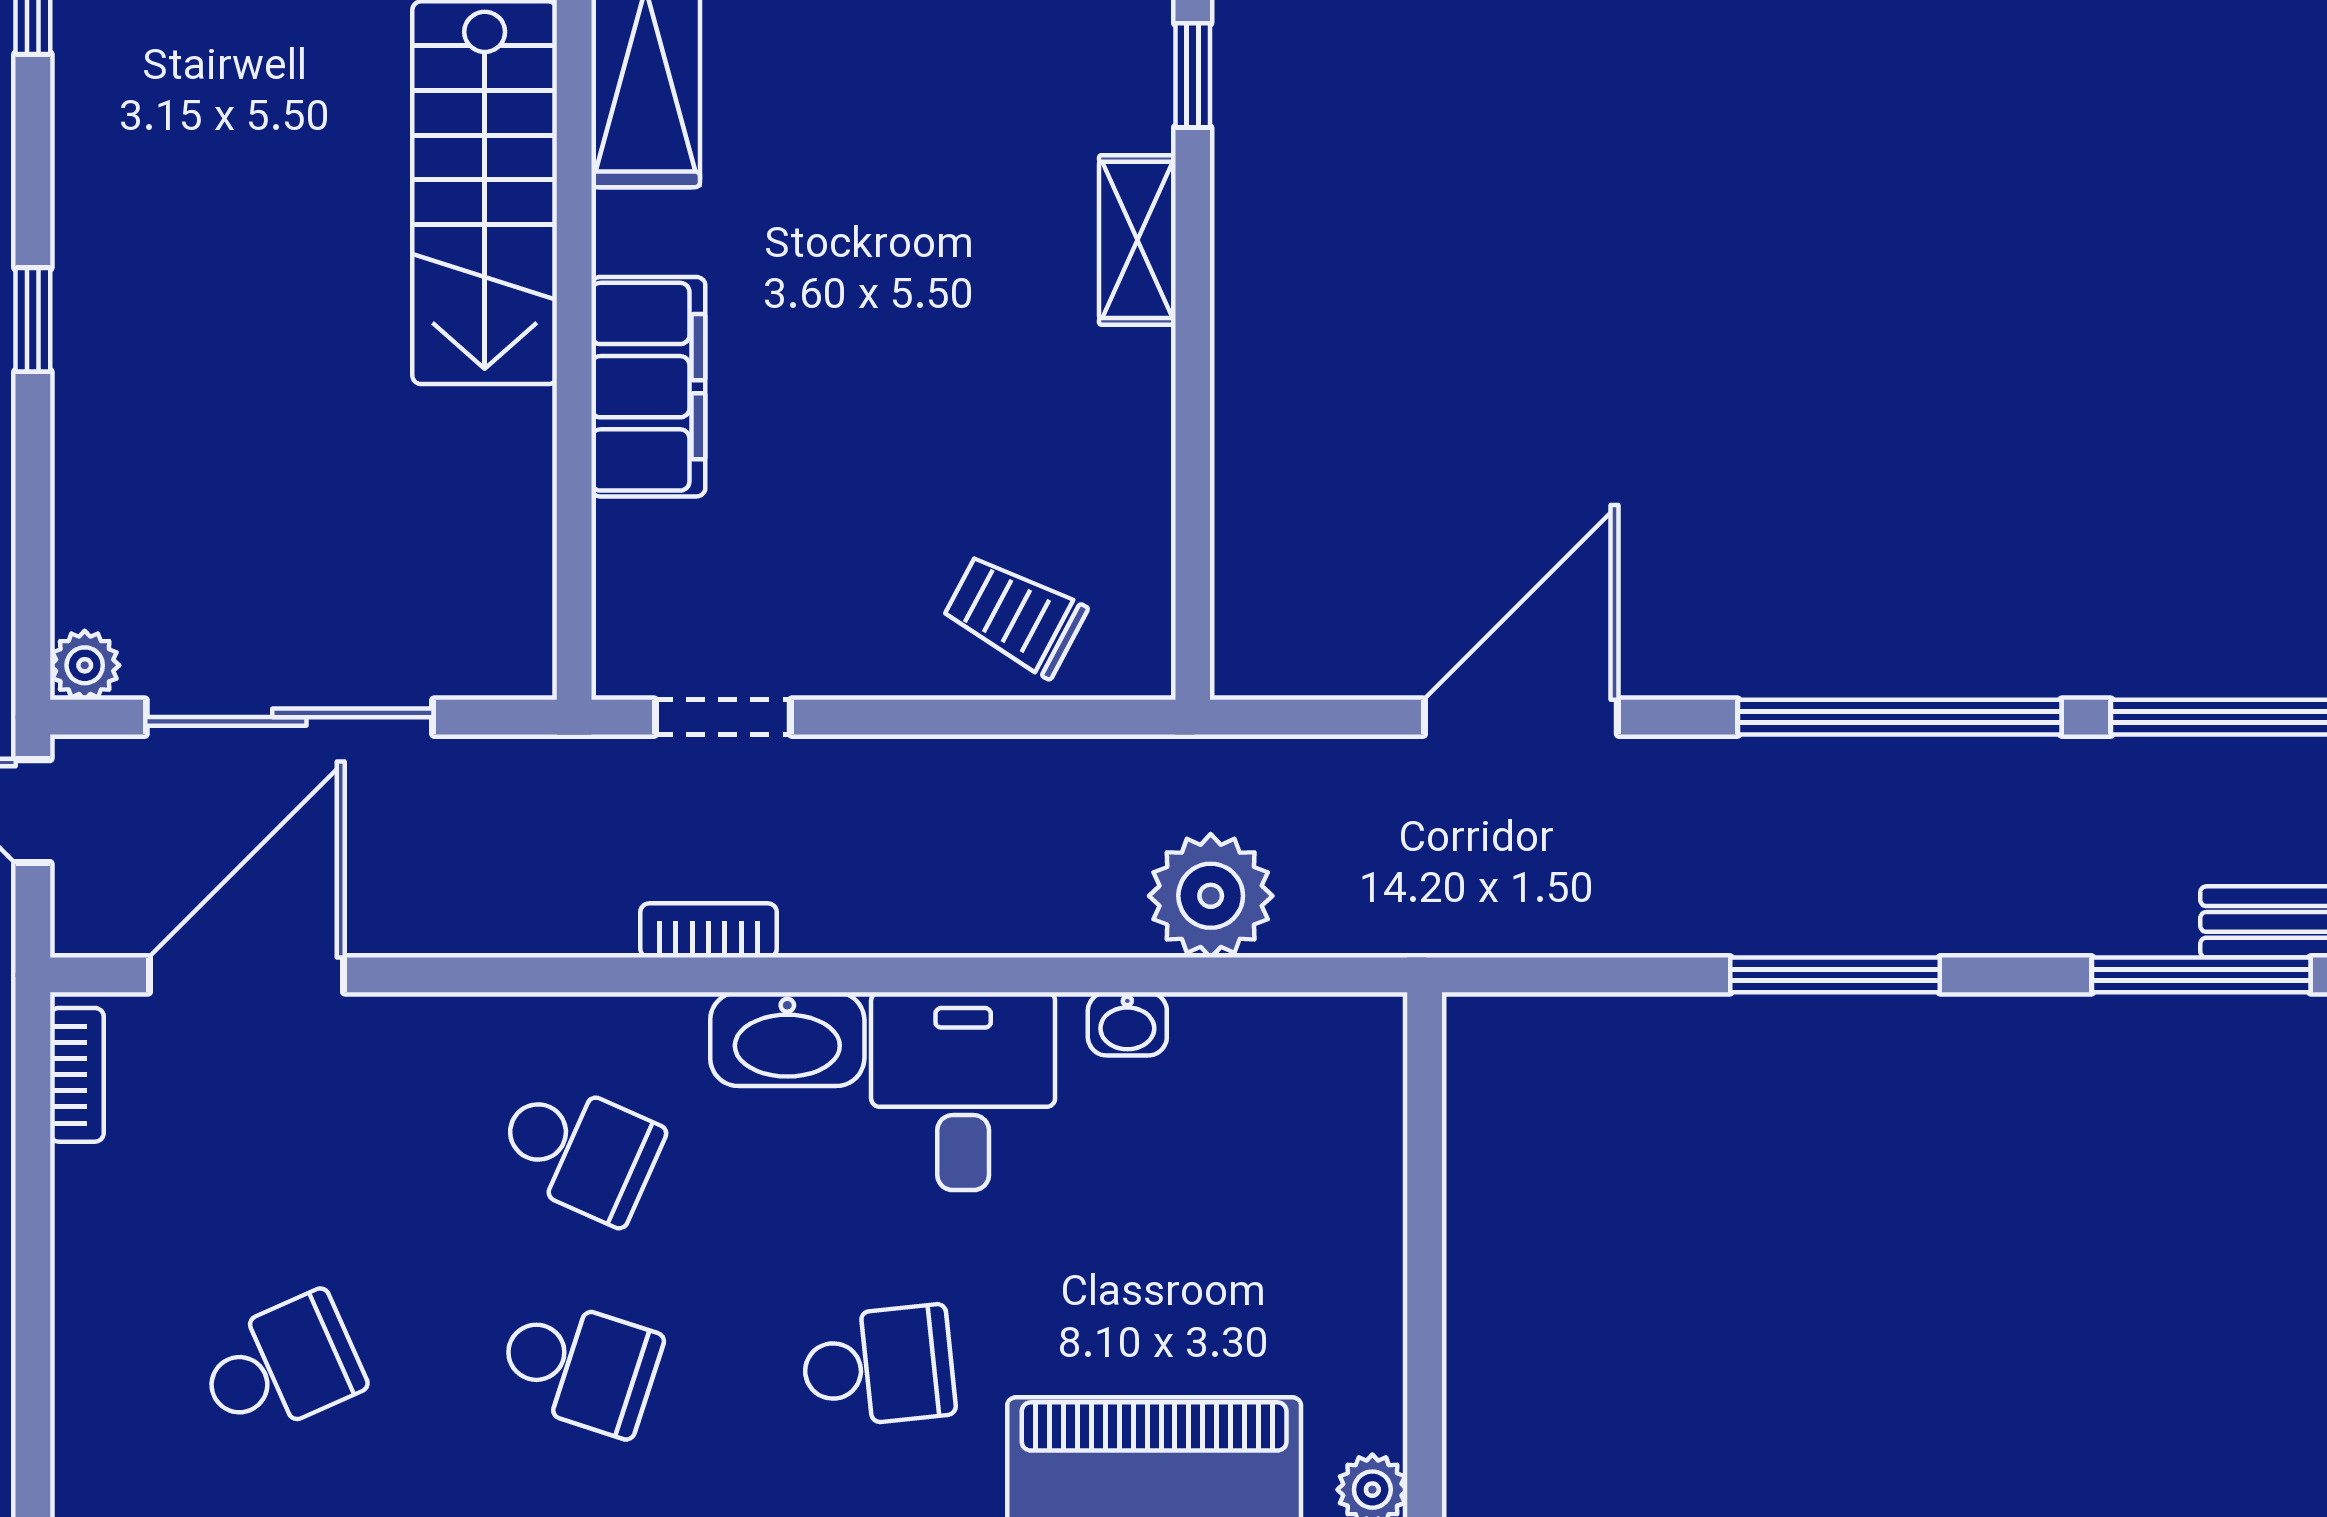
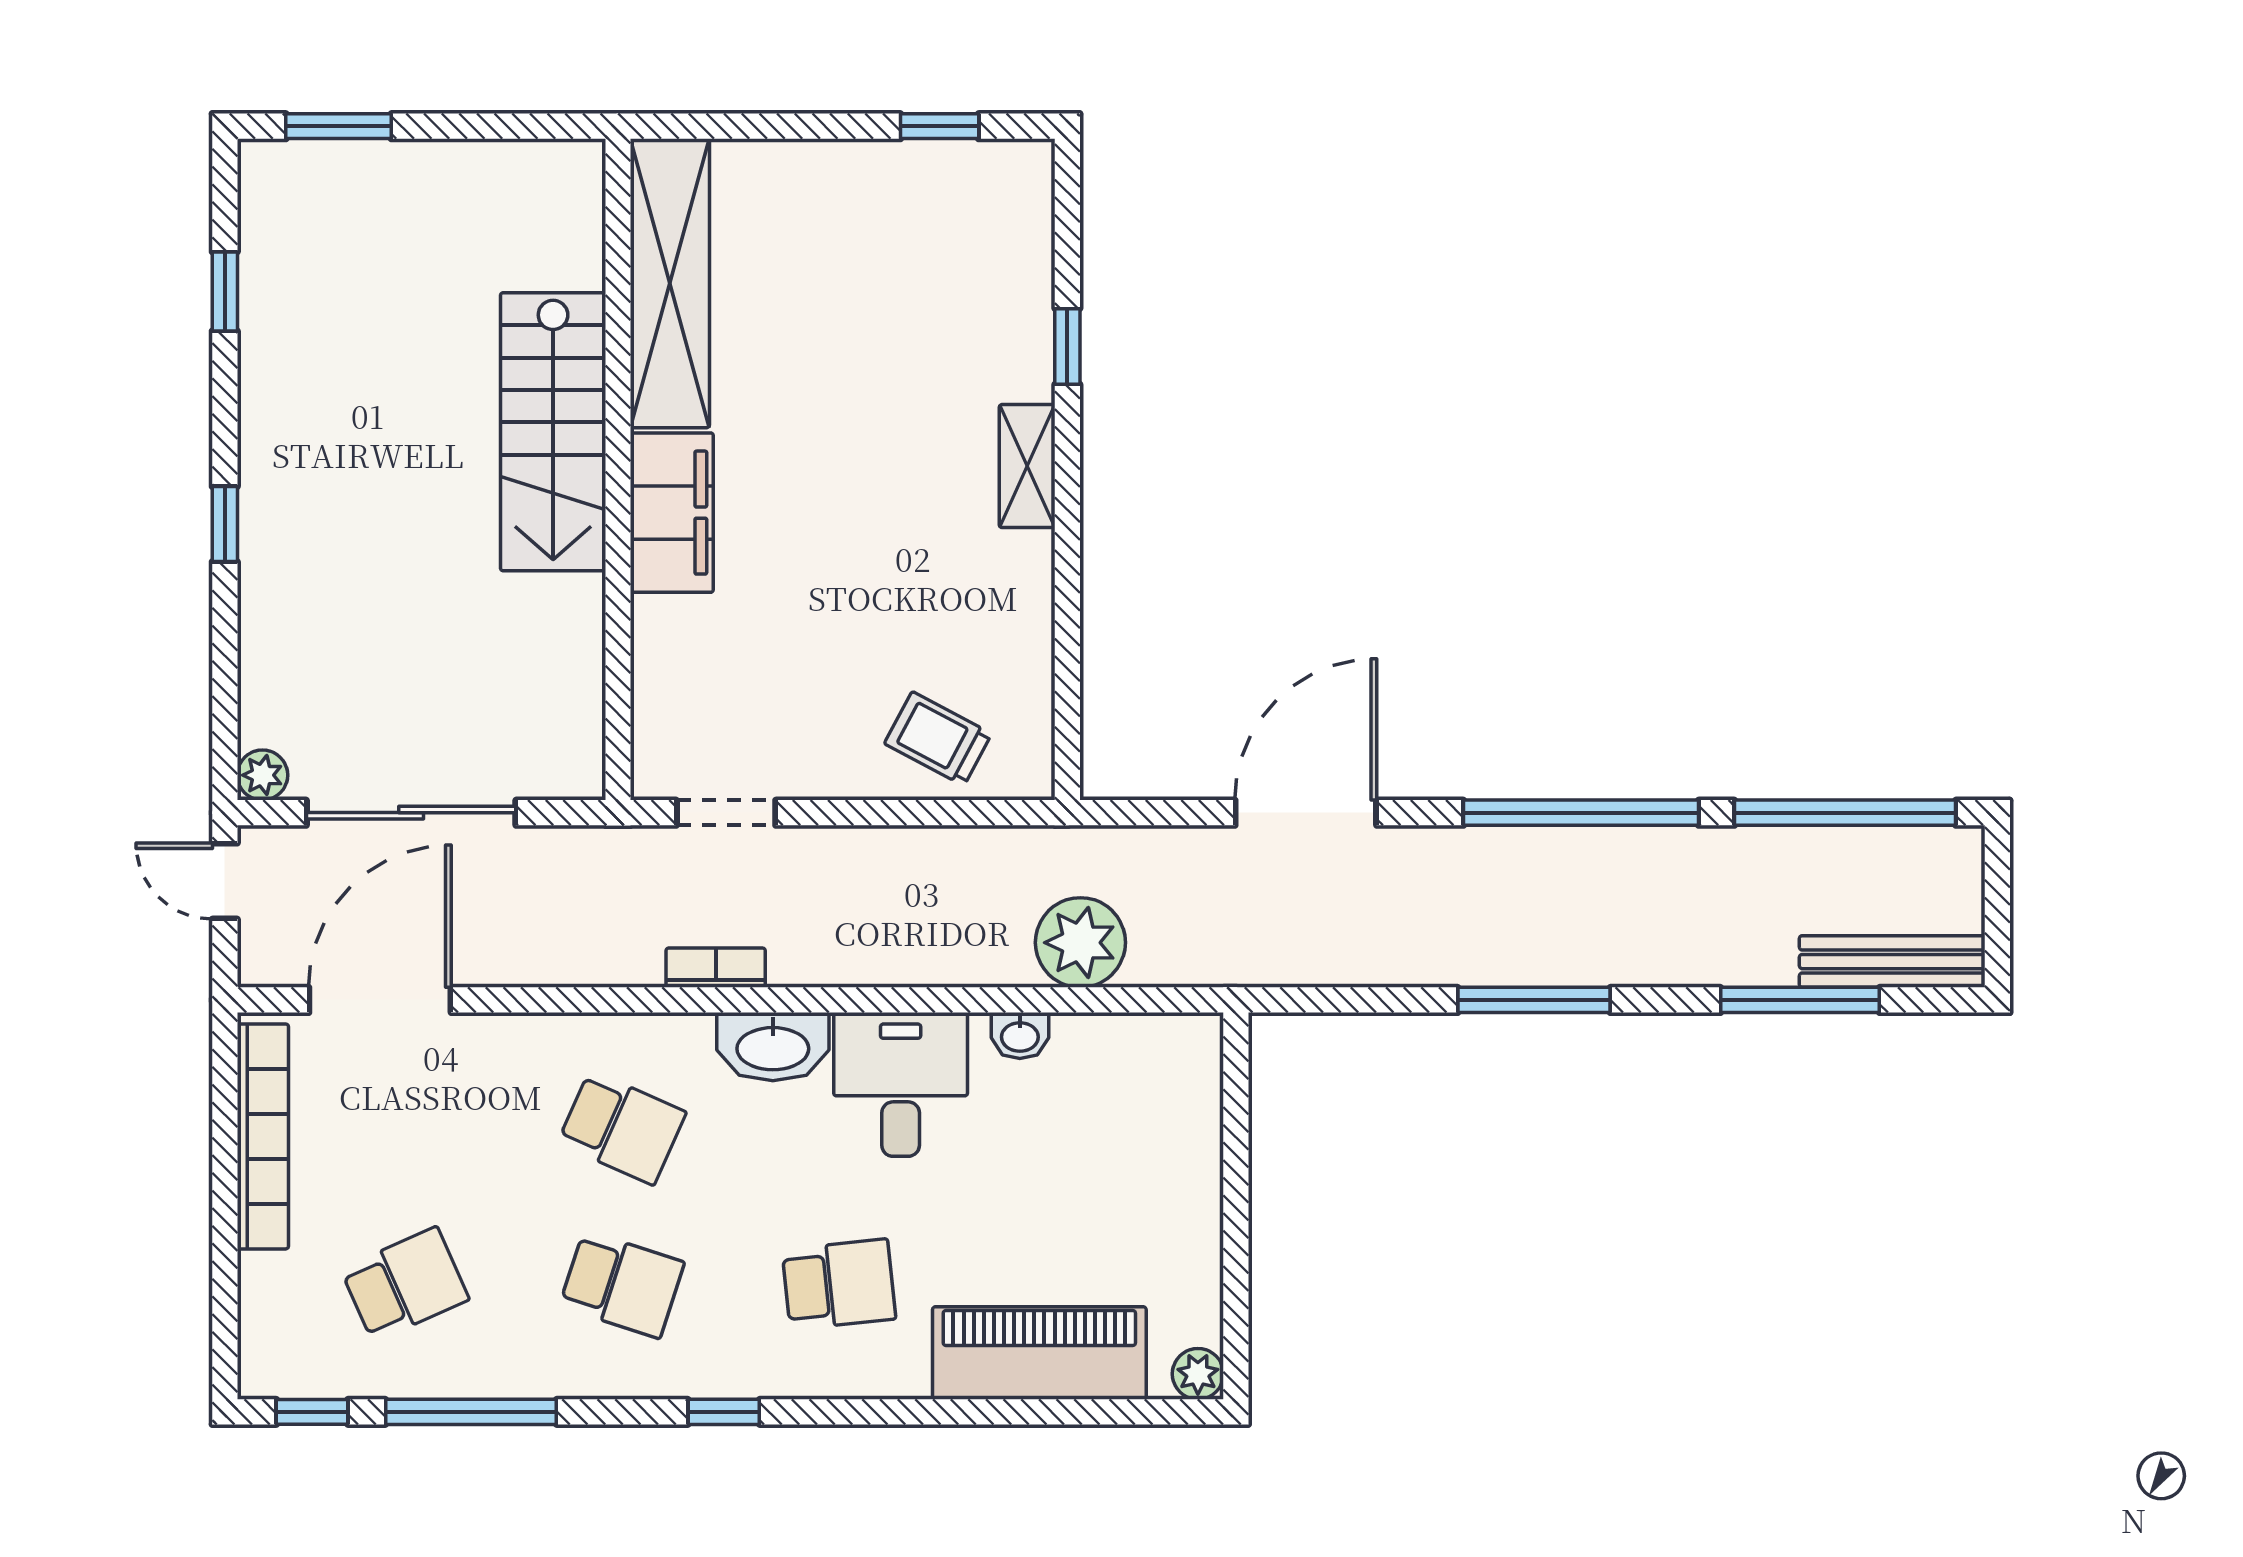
filing cabinet: (648, 387) -> (672, 513), moved
bookcase: (77, 1075) -> (263, 1136), width x2.31, depth x1.31

